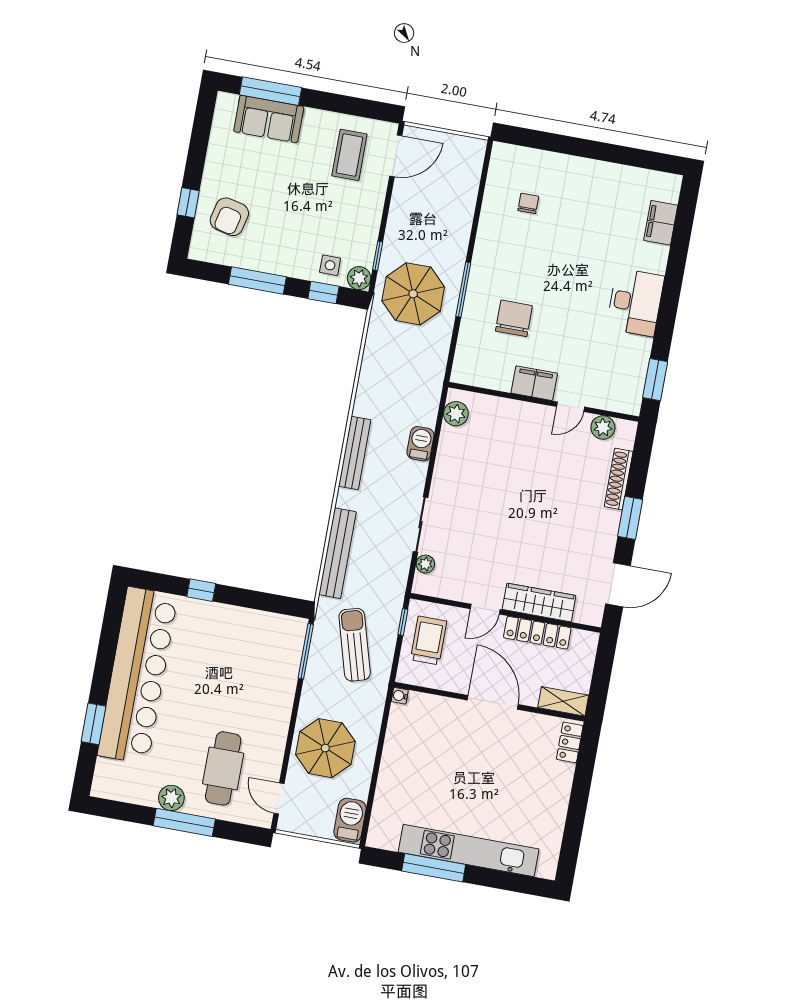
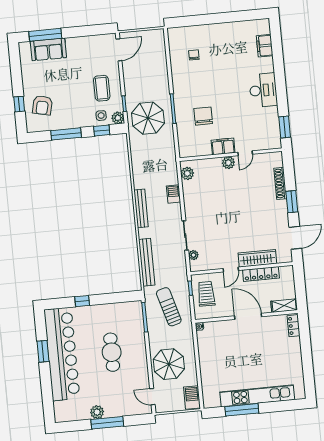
coffee table: (349, 155) -> (102, 88), moved
plant: (603, 427) -> (228, 163), moved
window: (93, 724) -> (43, 351), moved
cafe table: (223, 768) -> (112, 352), moved

